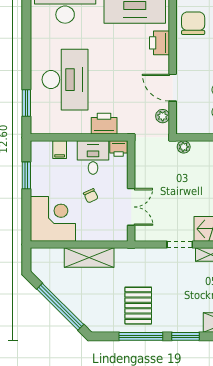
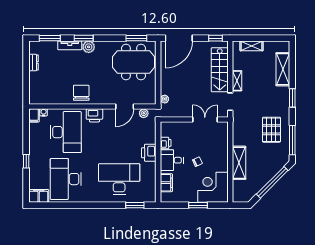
chair: (193, 23) -> (81, 93), turned 90
filing cabinet: (60, 150) -> (166, 183), width x2.00
window: (26, 175) -> (198, 205), moved
wall: (131, 191) -> (194, 119), moved
double door: (131, 207) -> (205, 119), moved
pallet: (138, 306) -> (271, 130), turned 90
window: (141, 336) -> (292, 140), moved

